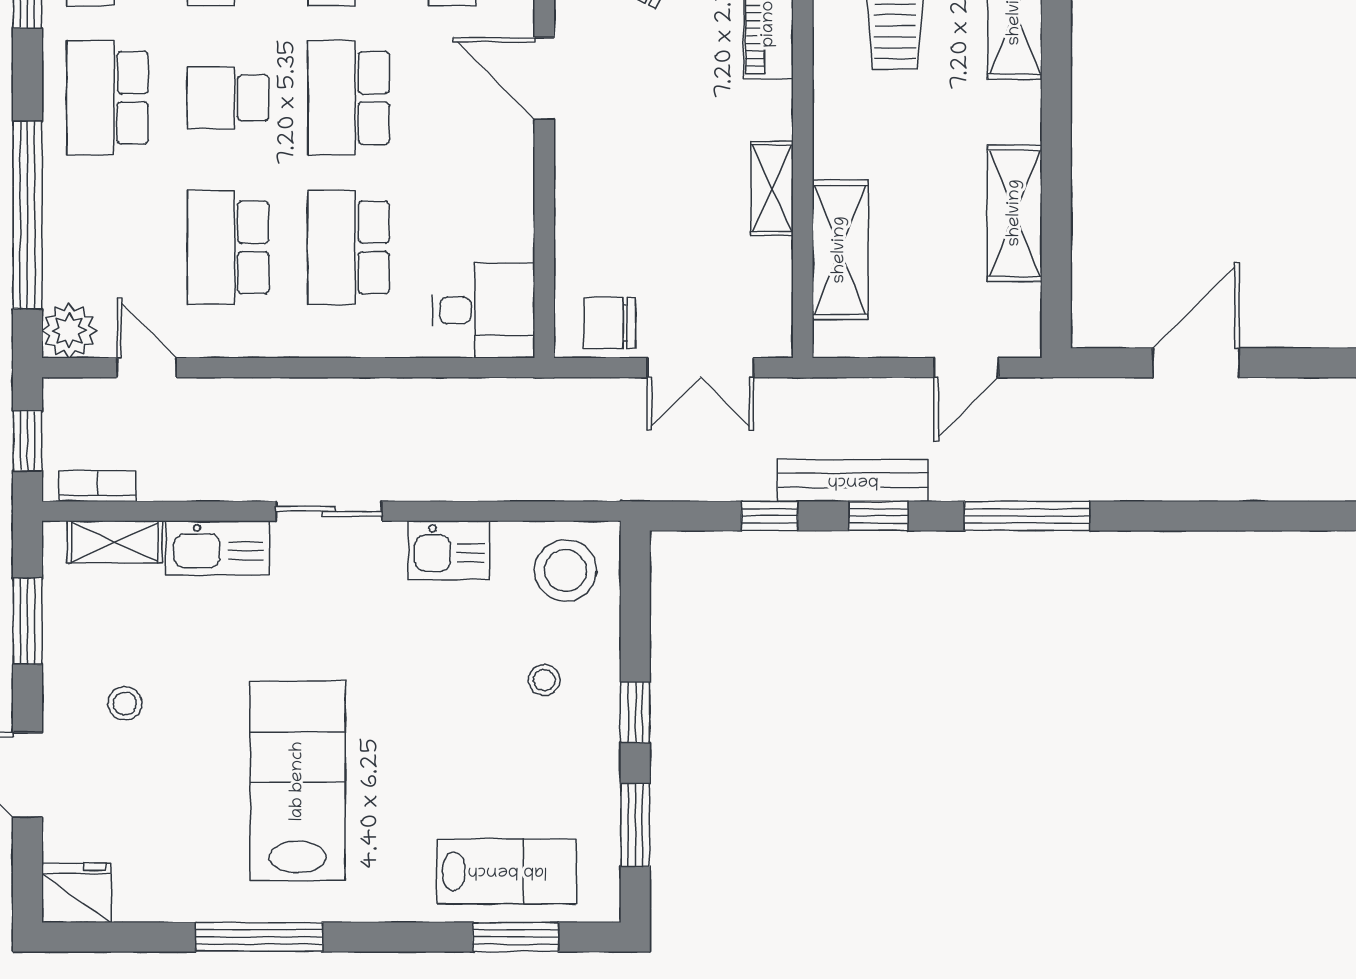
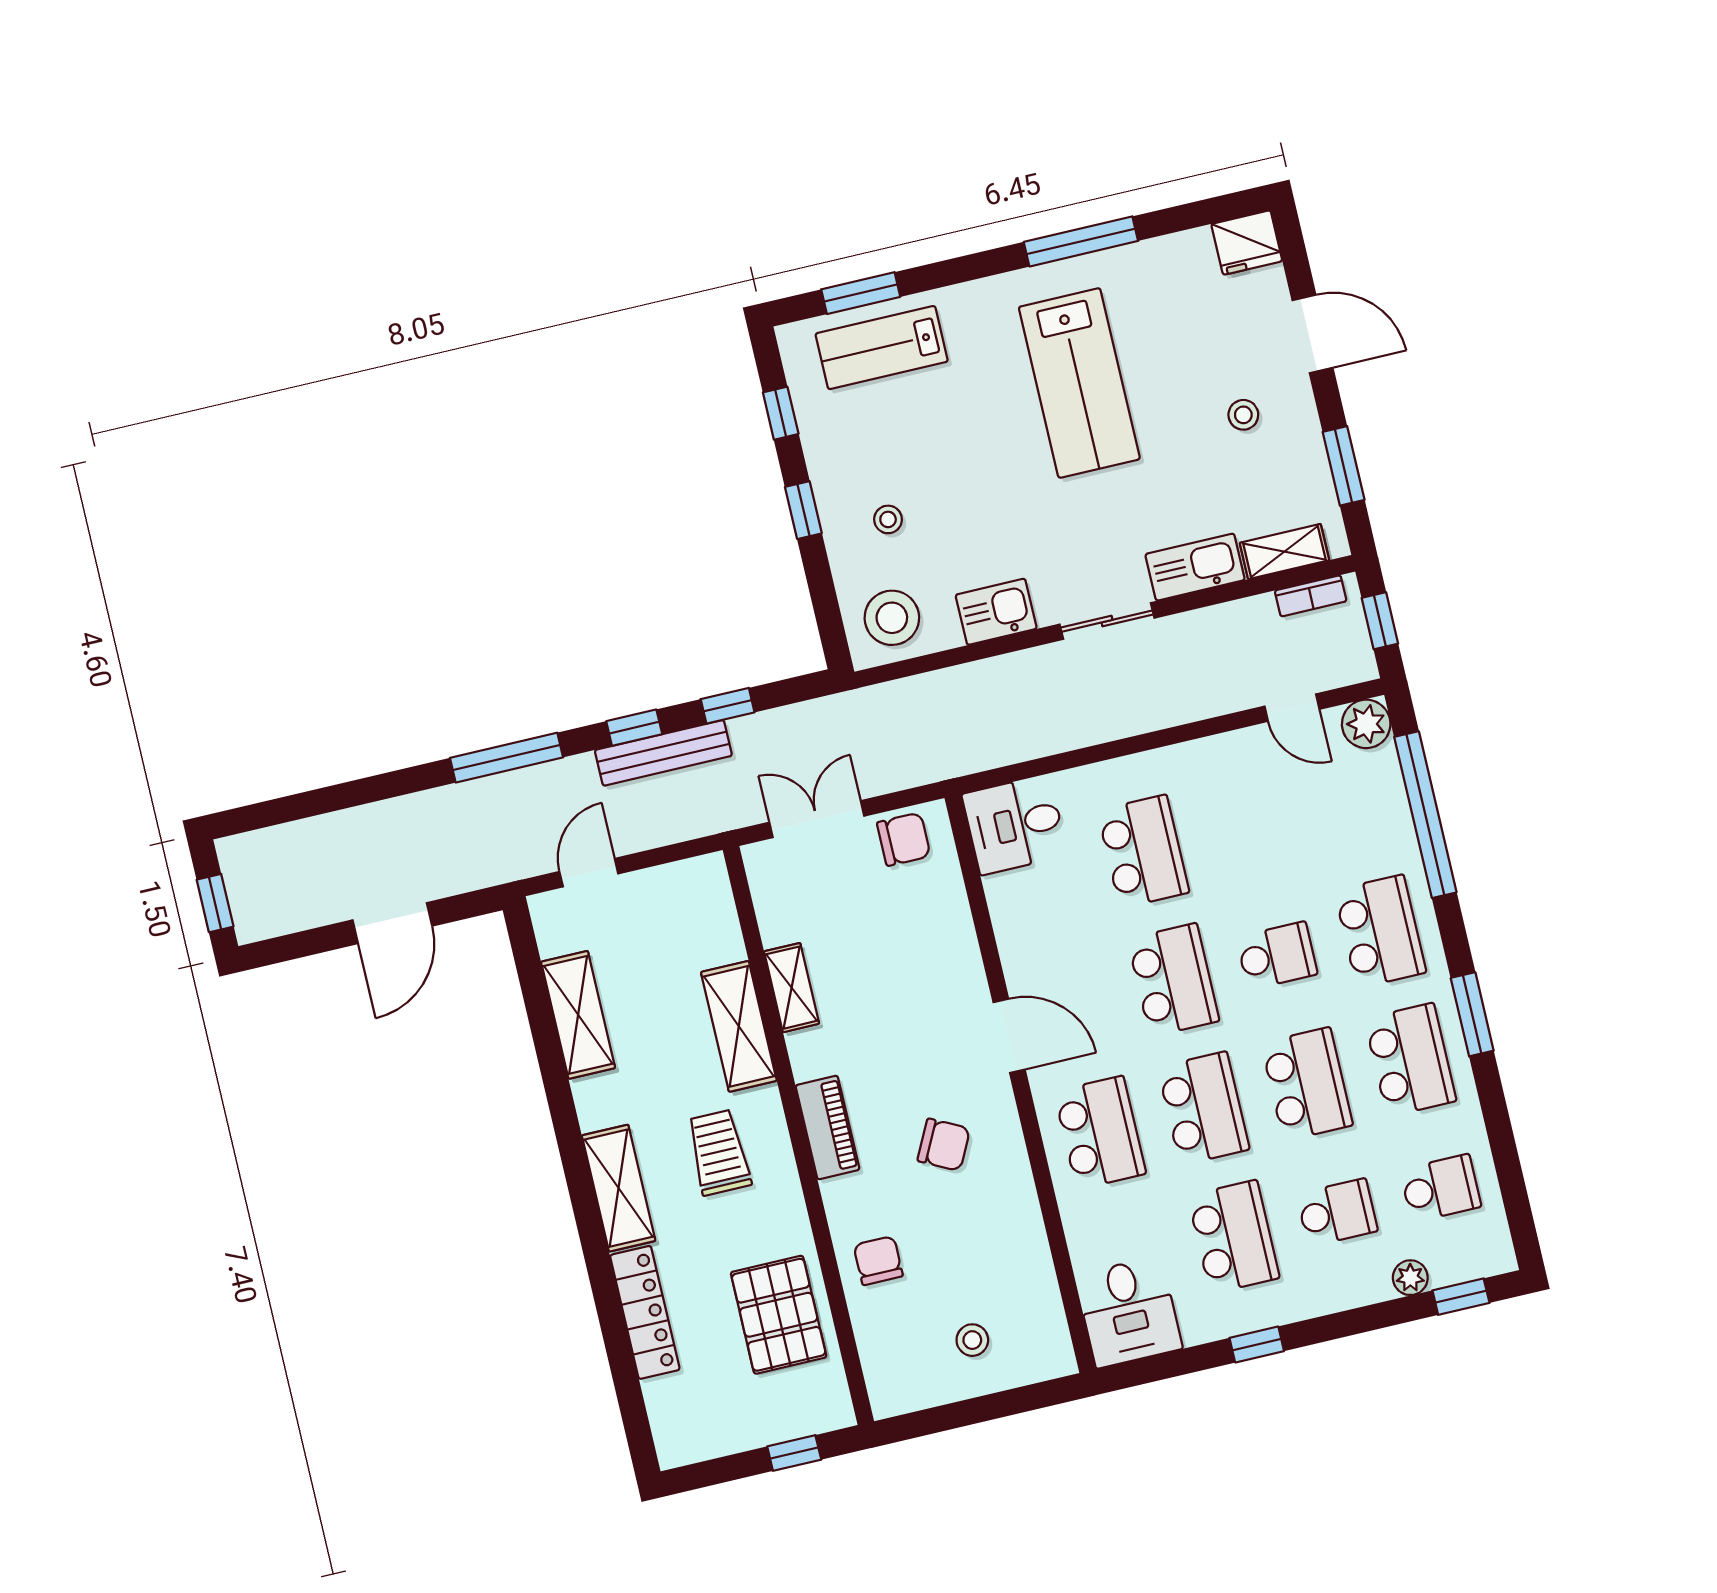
school desk: (228, 247) -> (1247, 827), removed
shelving: (840, 250) -> (739, 1026), moved
window: (635, 825) -> (781, 413), width x0.67

